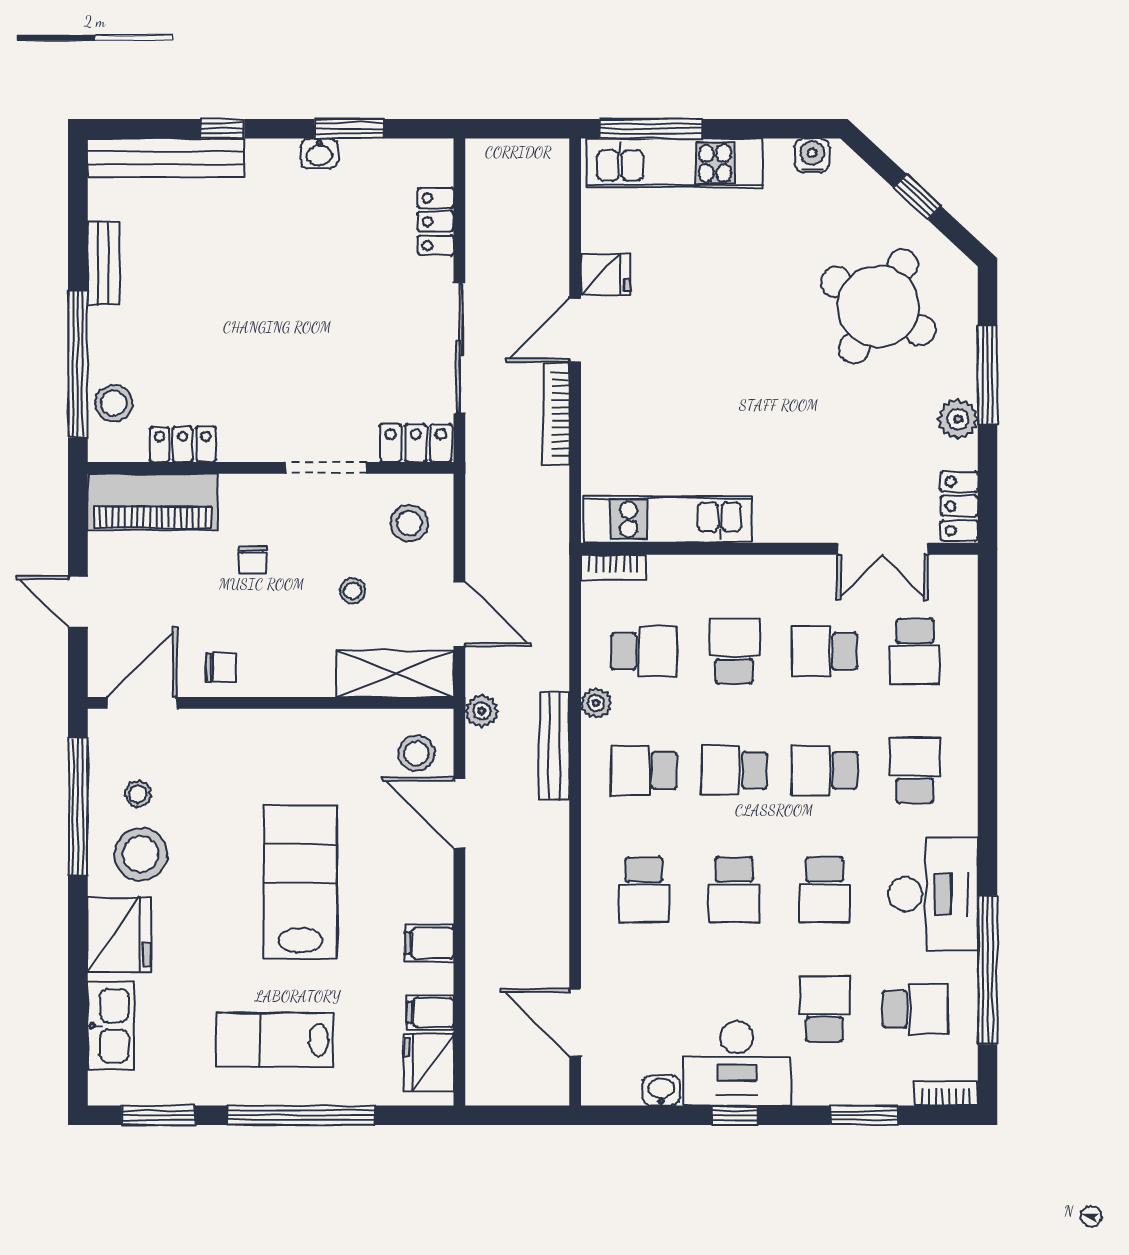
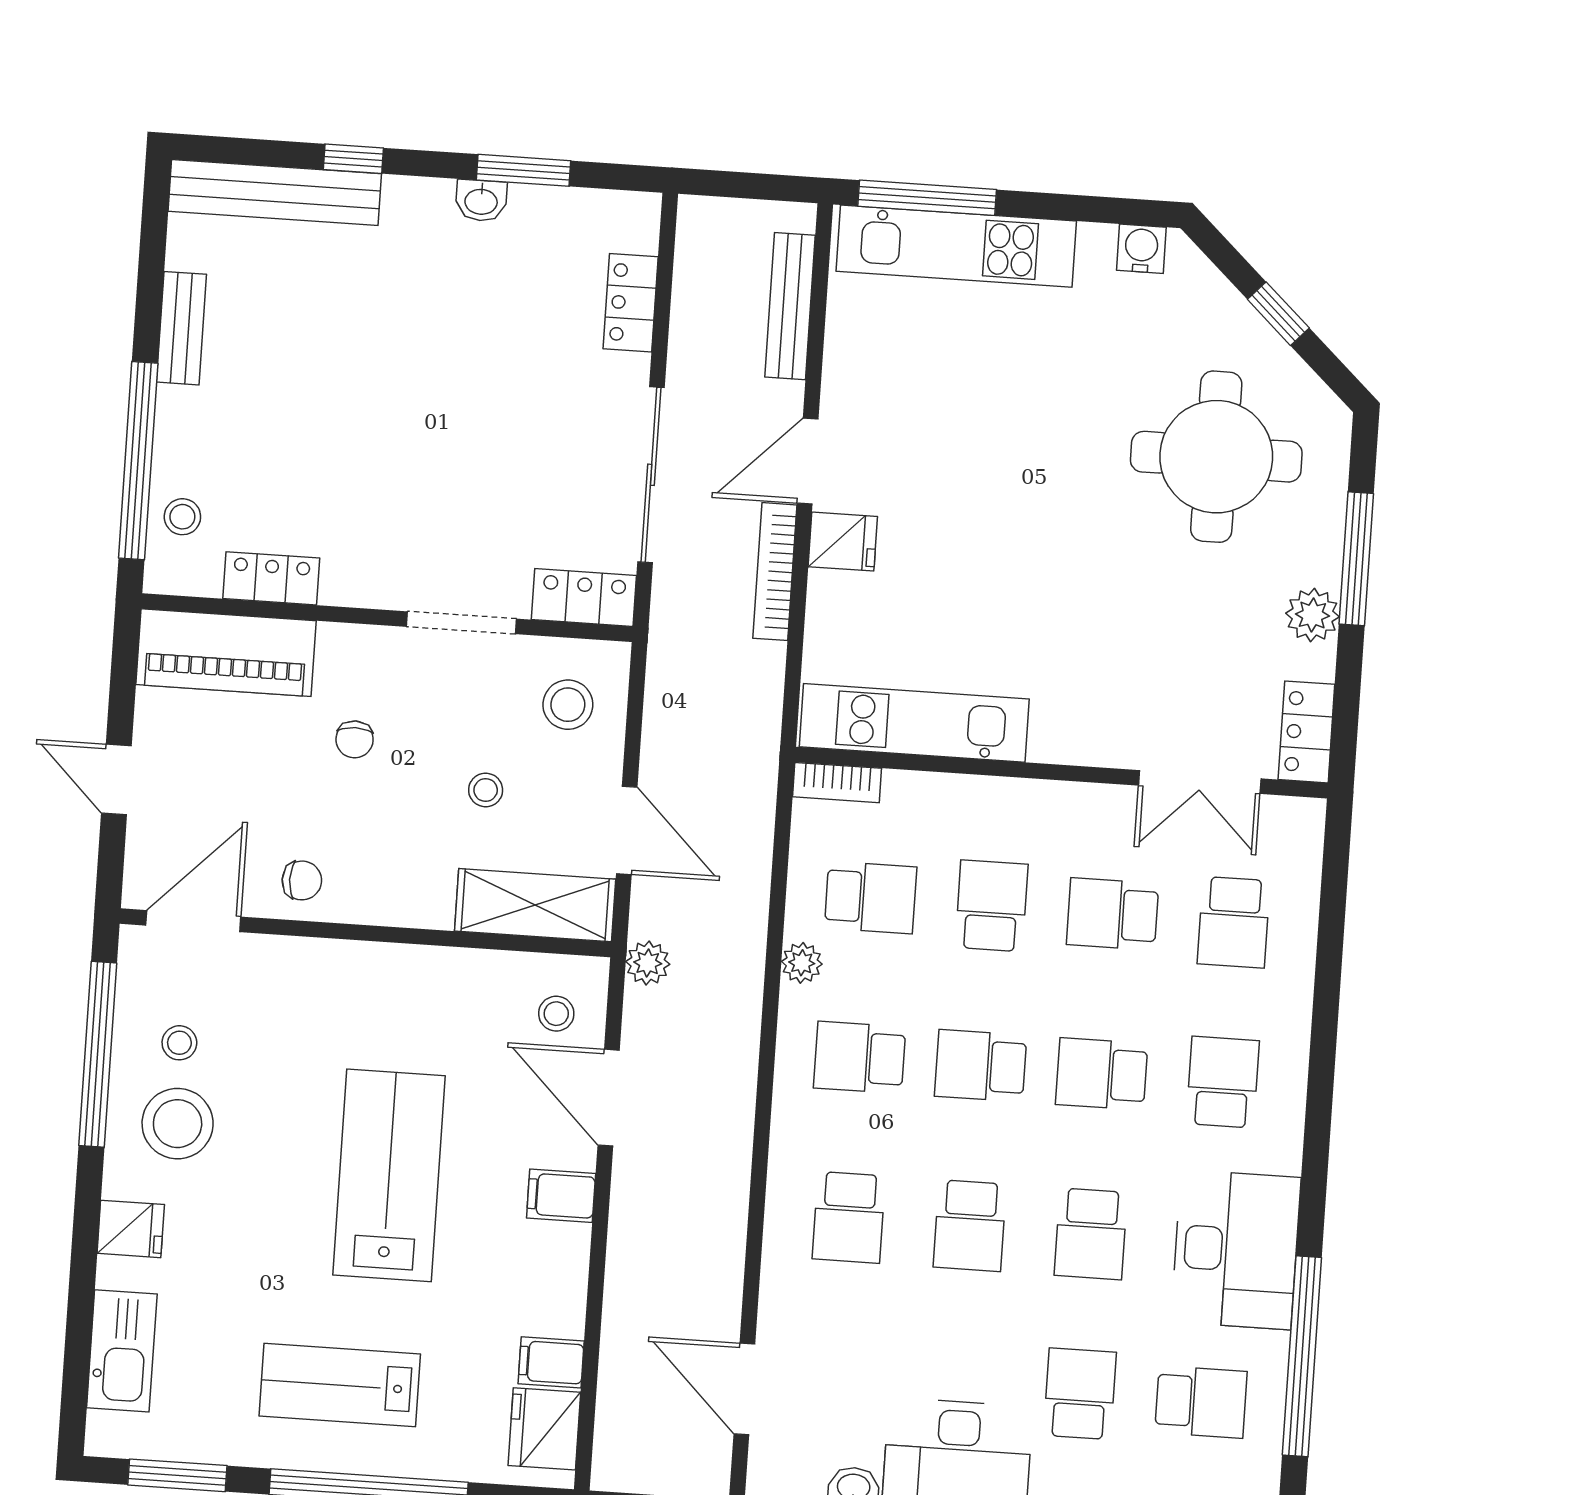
fridge: (605, 274) -> (843, 542), moved
round table: (878, 306) -> (1216, 457), turned -30
stool: (114, 403) -> (182, 517), width x0.73, depth x0.73
bench: (554, 746) -> (790, 306), moved
stool: (416, 753) -> (556, 1014), width x0.73, depth x0.73
fridge: (119, 935) -> (131, 1229), width x0.53, depth x0.75
filing cabinet: (429, 943) -> (561, 1196), moved

